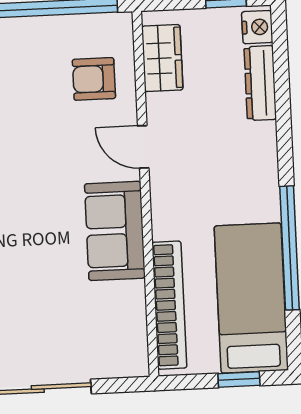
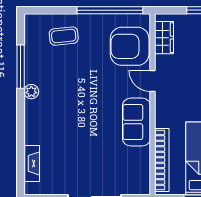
armchair: (94, 79) -> (130, 46), width x1.88, depth x1.88

